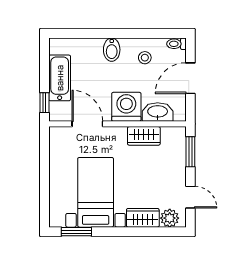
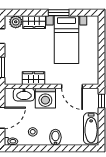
bathtub: (60, 78) -> (91, 128), moved
window: (76, 232) -> (59, 13), moved

